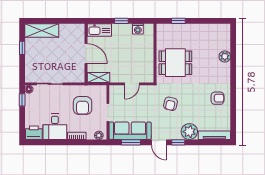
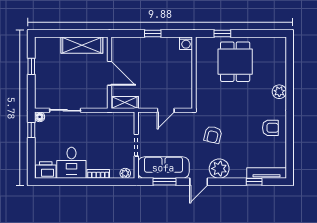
washing machine: (138, 29) -> (186, 43), moved
kitchen sink: (99, 30) -> (126, 45), removed
shelving: (42, 31) -> (82, 45), moved
plant: (225, 56) -> (279, 92), moved
dining table: (175, 63) -> (235, 62), moved, turned 90
armchair: (83, 106) -> (105, 137), removed
plant: (189, 132) -> (219, 169), moved
door: (159, 142) -> (199, 182), hinge flipped
window: (178, 142) -> (254, 182), moved

